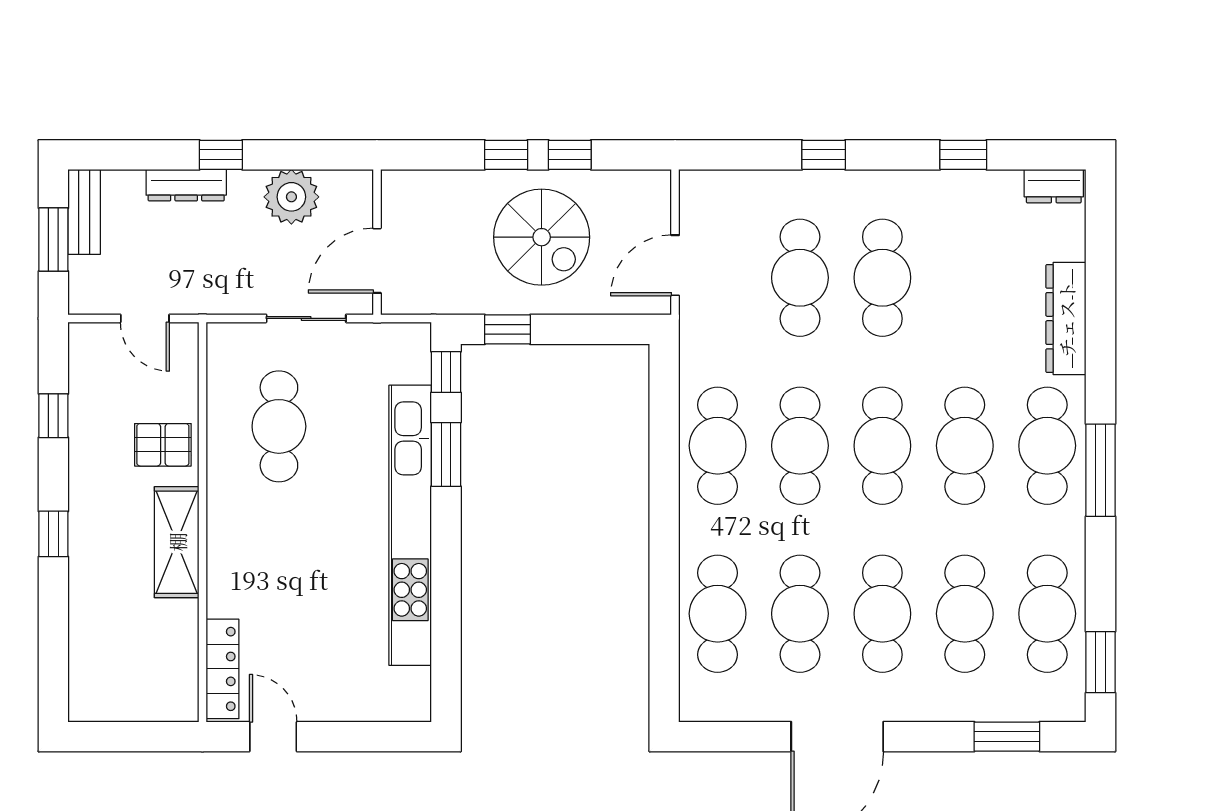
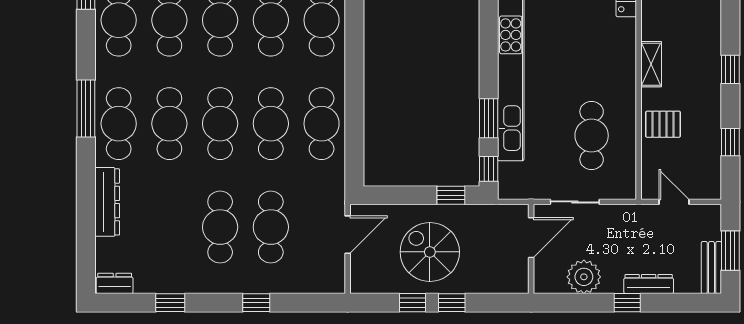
shelving: (177, 542) -> (651, 64), width x0.67, depth x0.75

